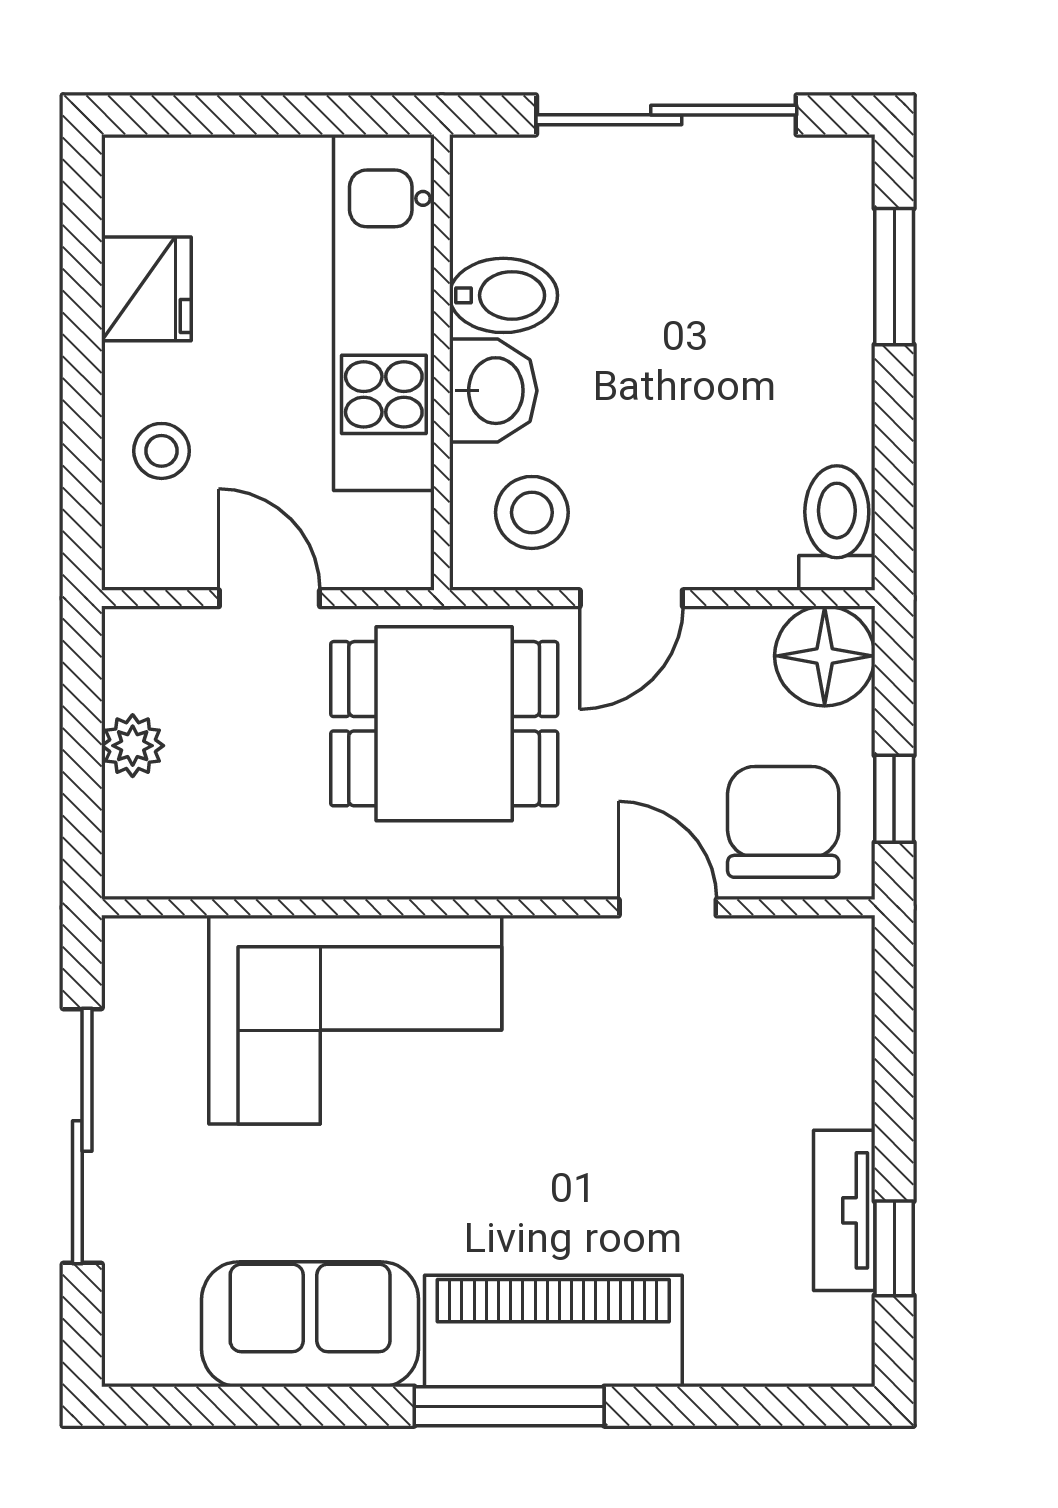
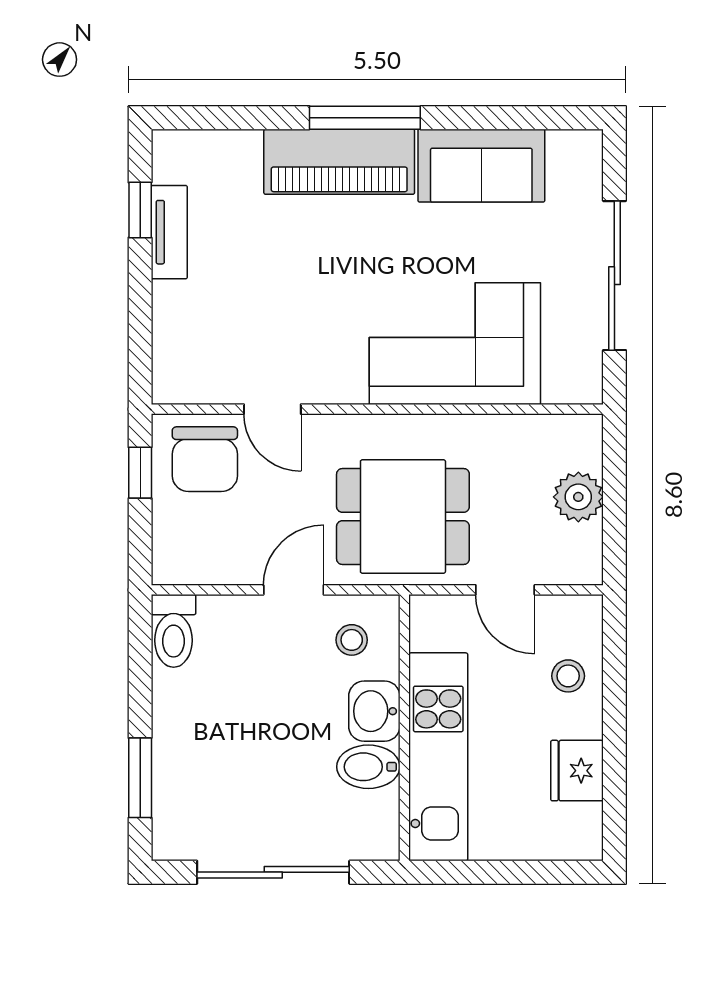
stool: (532, 512) -> (352, 640), width x0.73, depth x0.73
floor lamp: (825, 656) -> (181, 556), removed
plant: (133, 746) -> (578, 497), width x1.38, depth x1.38

